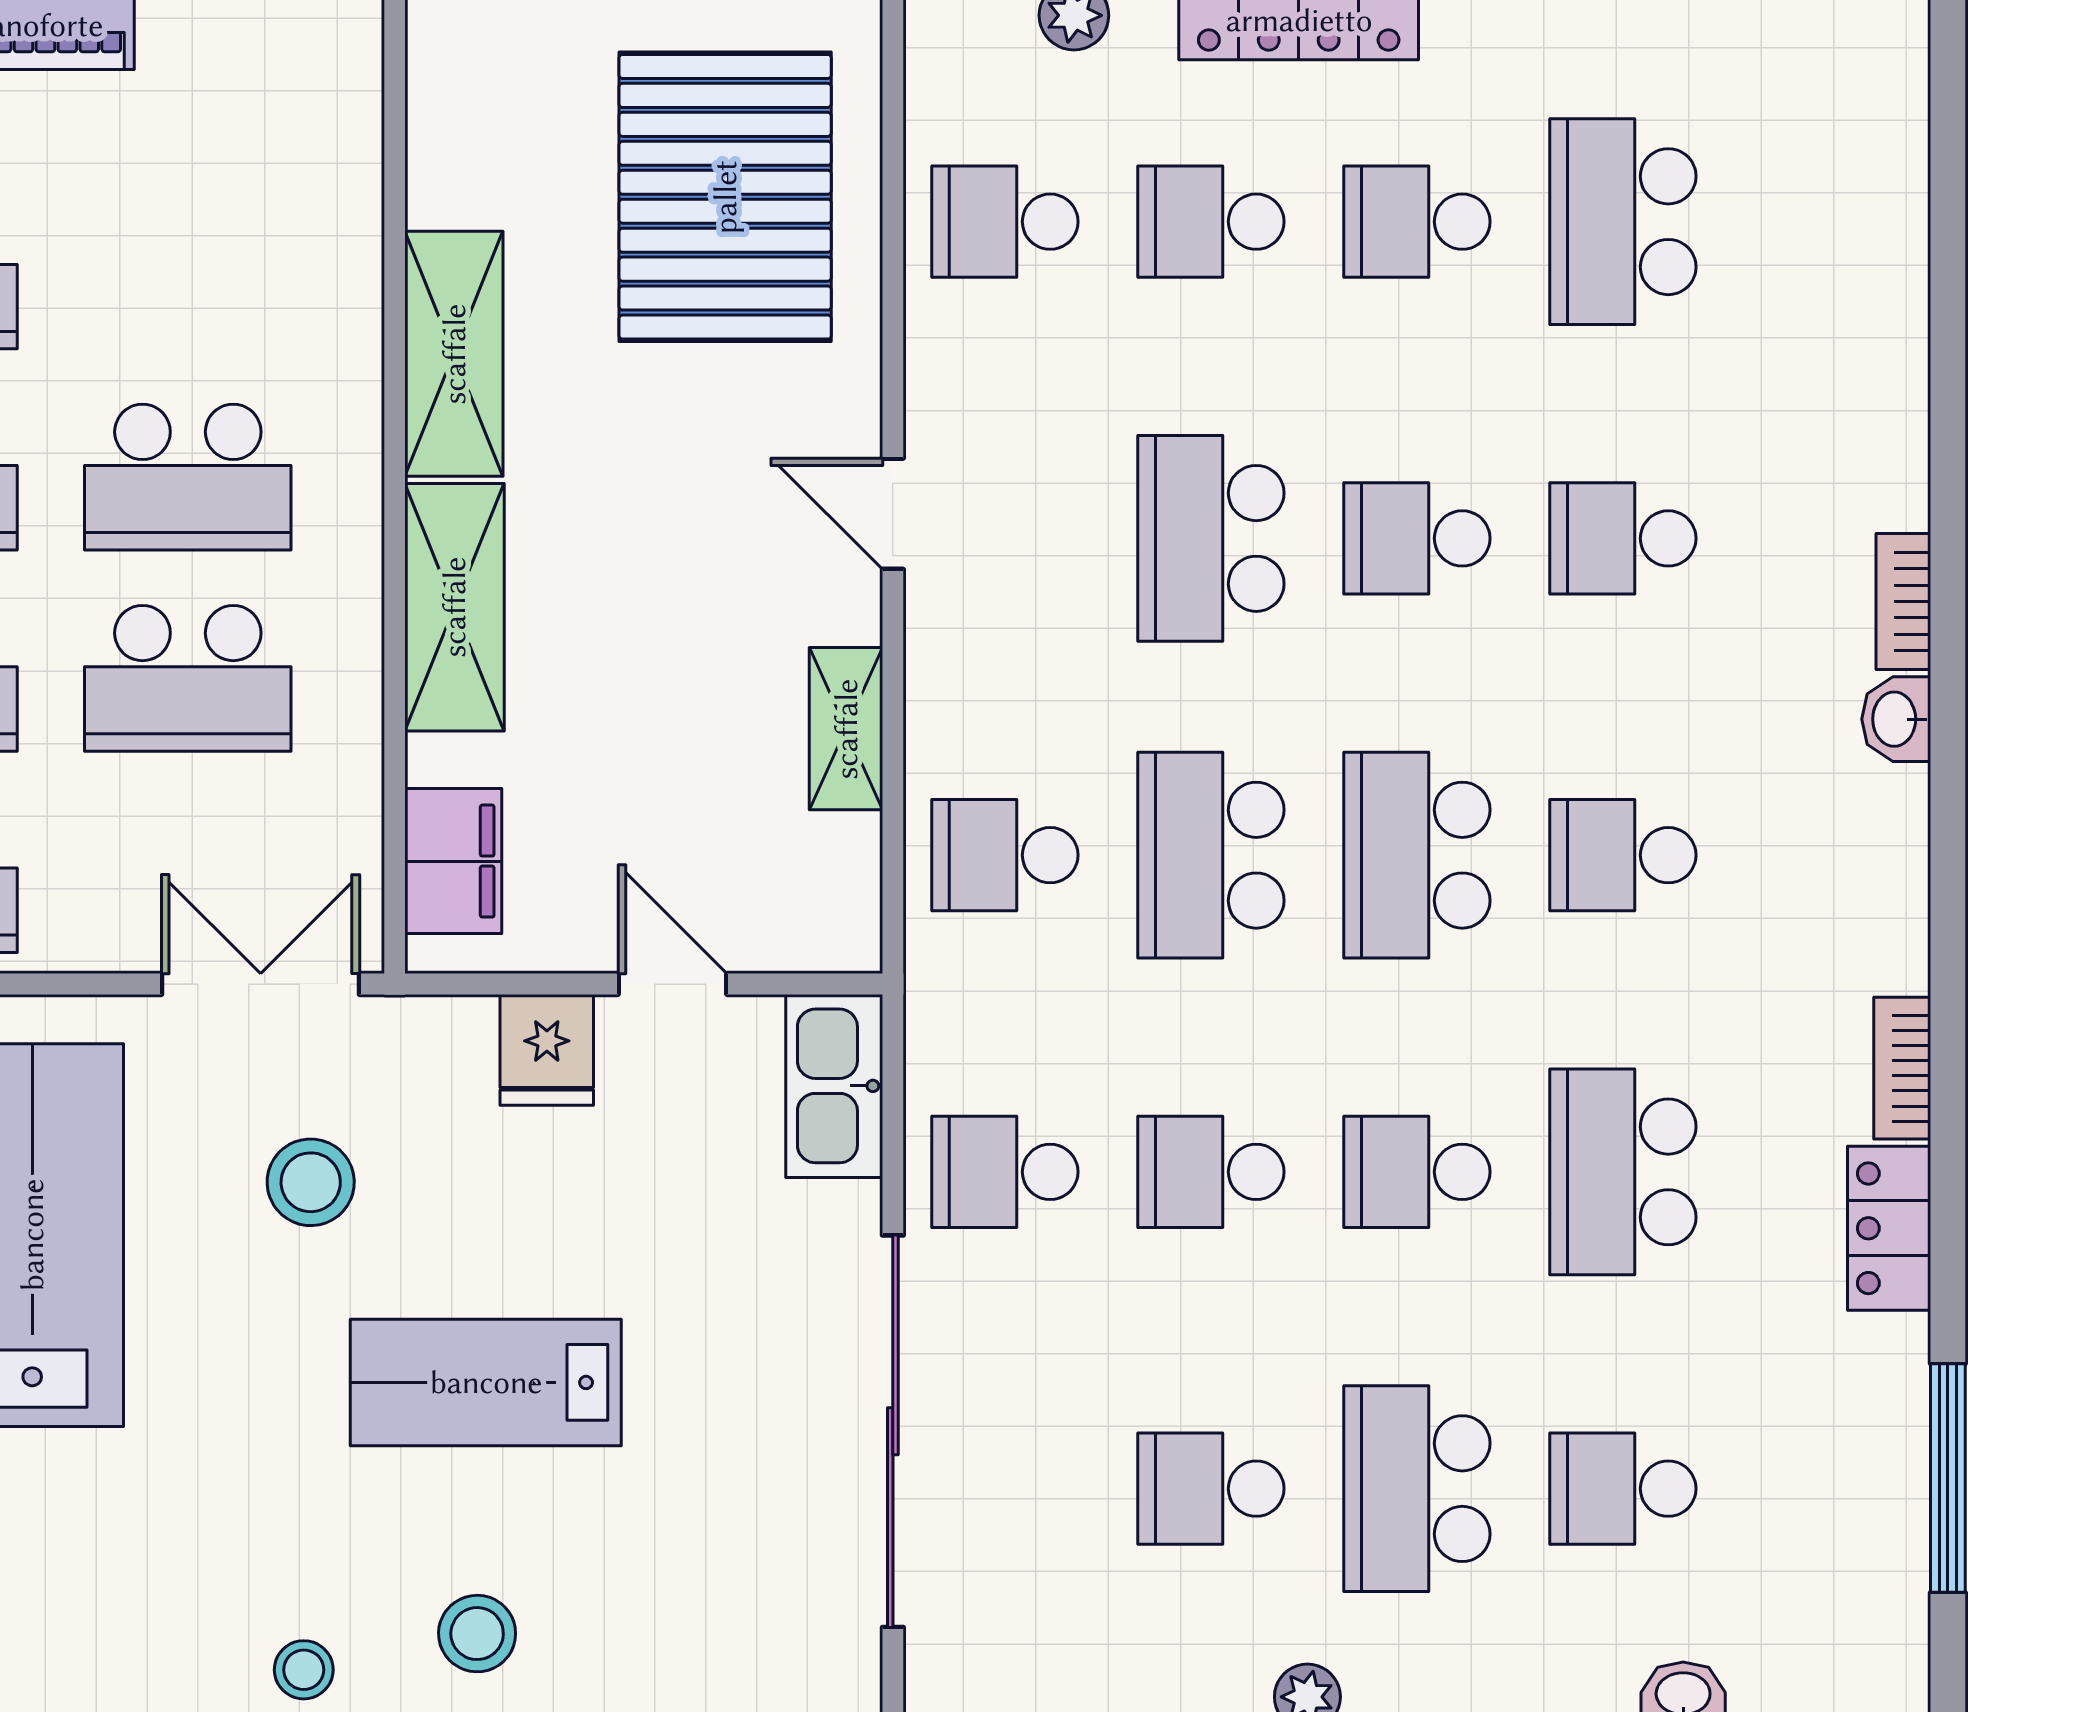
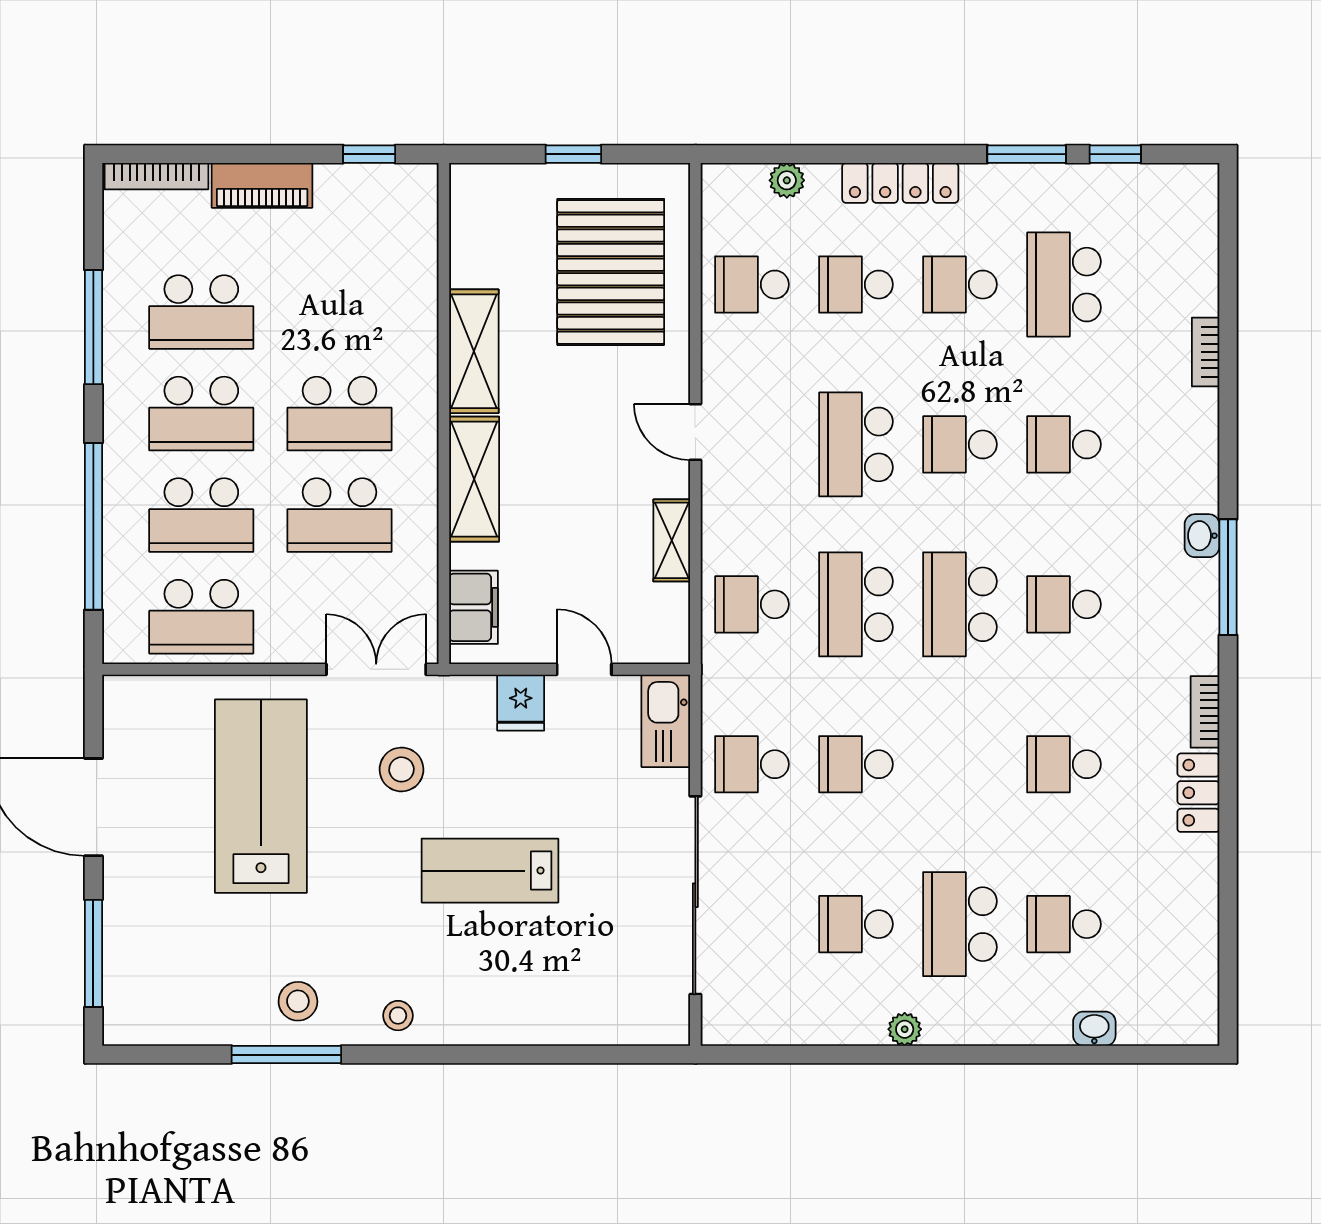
bookcase: (1903, 601) -> (1206, 352), moved
school desk: (1417, 1172) -> (960, 764), removed
school desk: (1623, 1172) -> (1064, 764), width x0.54
window: (1948, 1478) -> (1228, 577), moved
stool: (477, 1634) -> (298, 1001), moved

